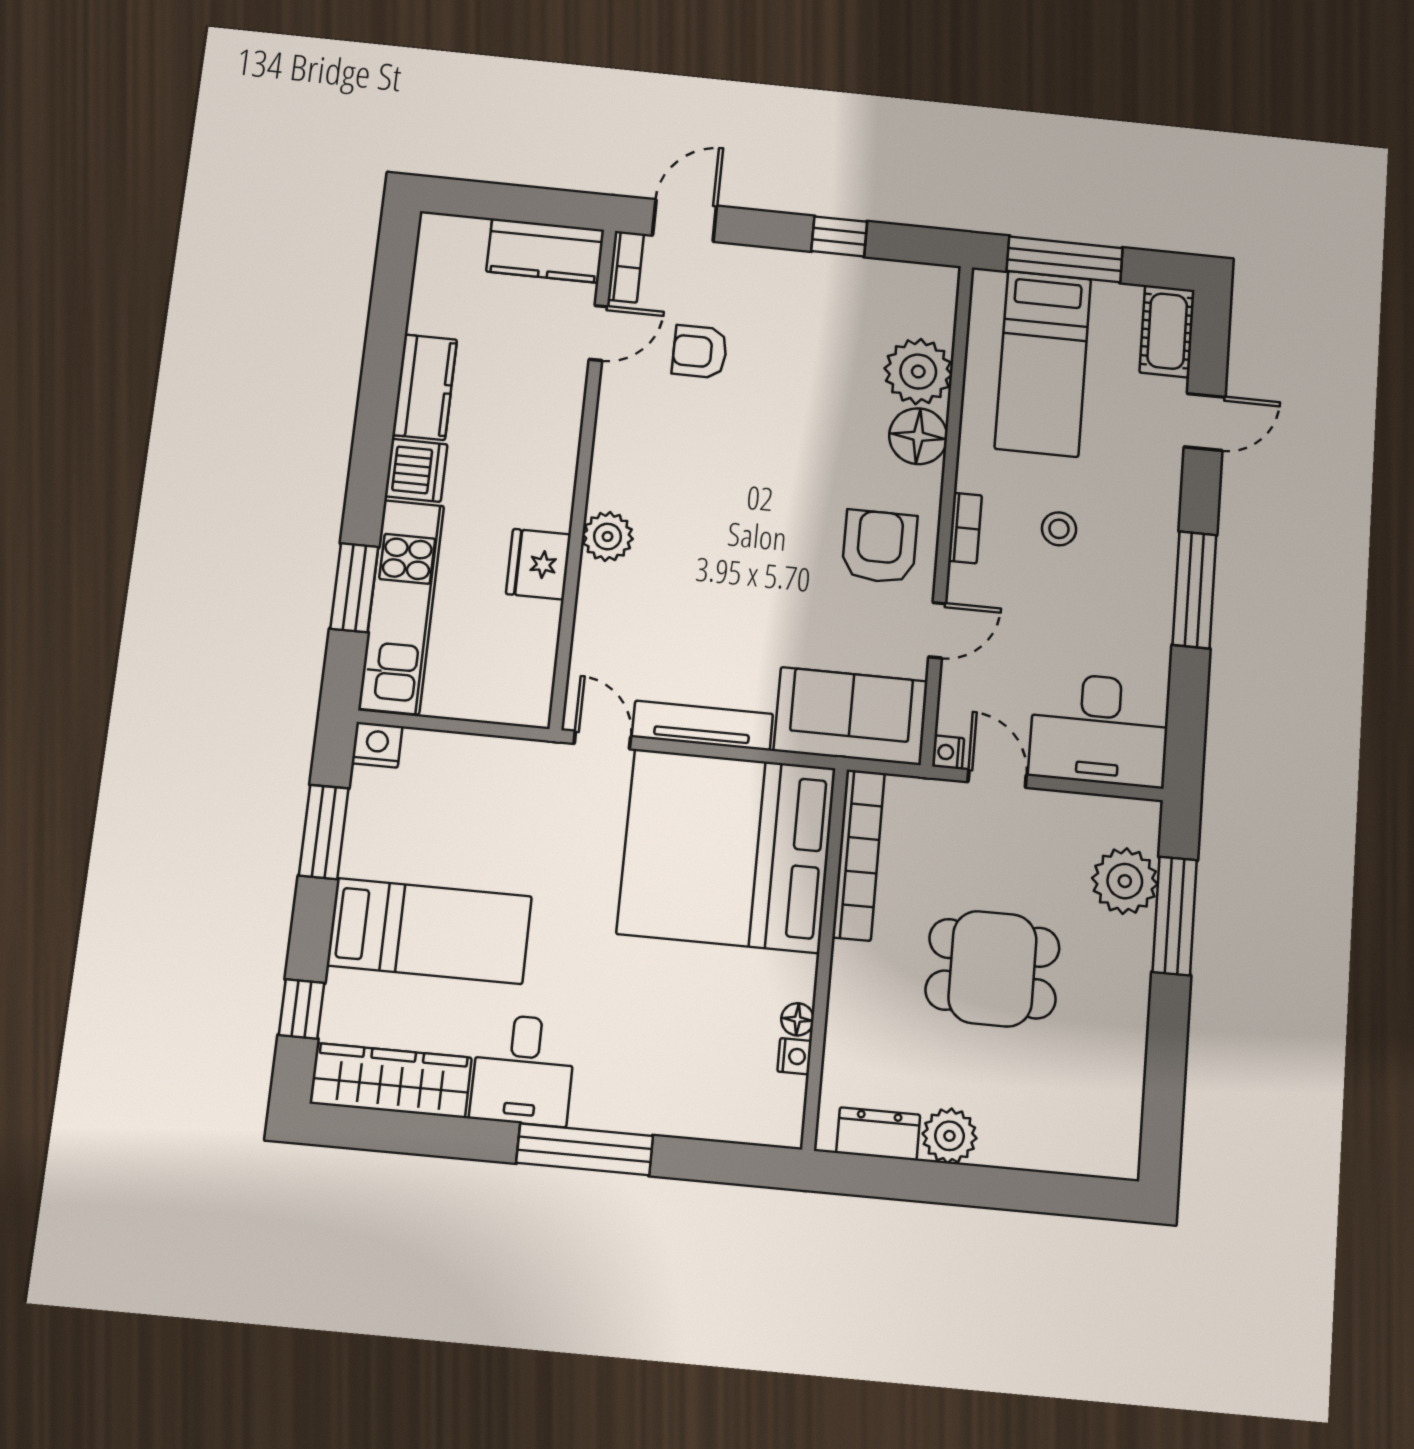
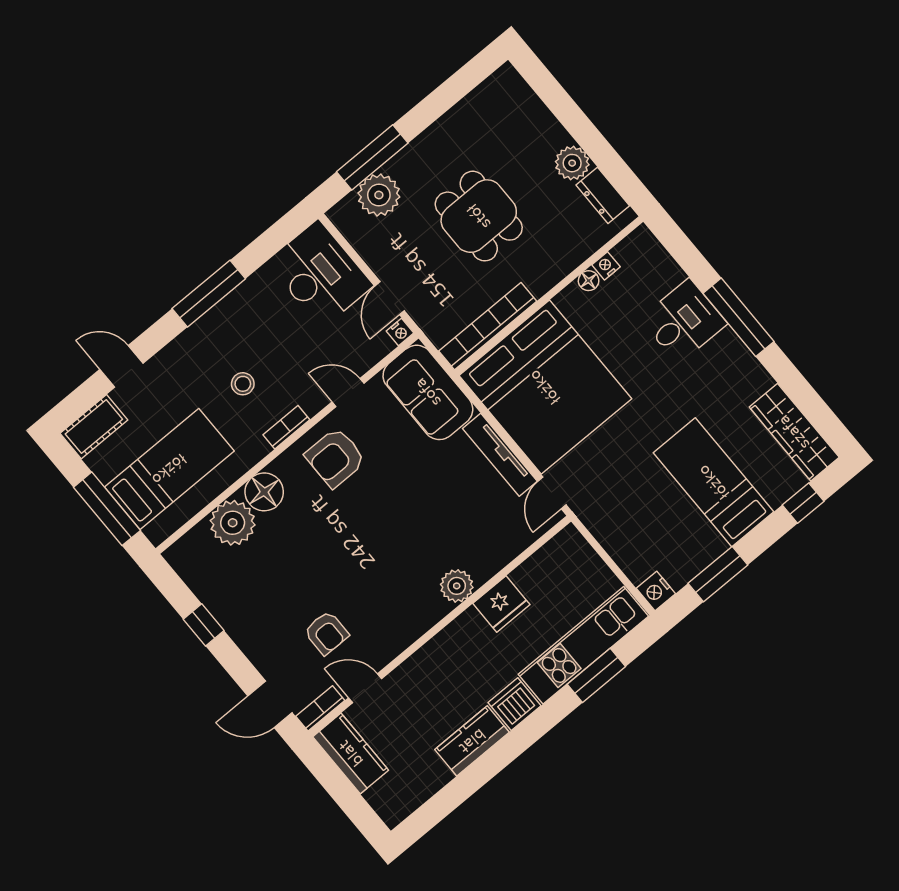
desk: (523, 1070) -> (684, 321), moved

